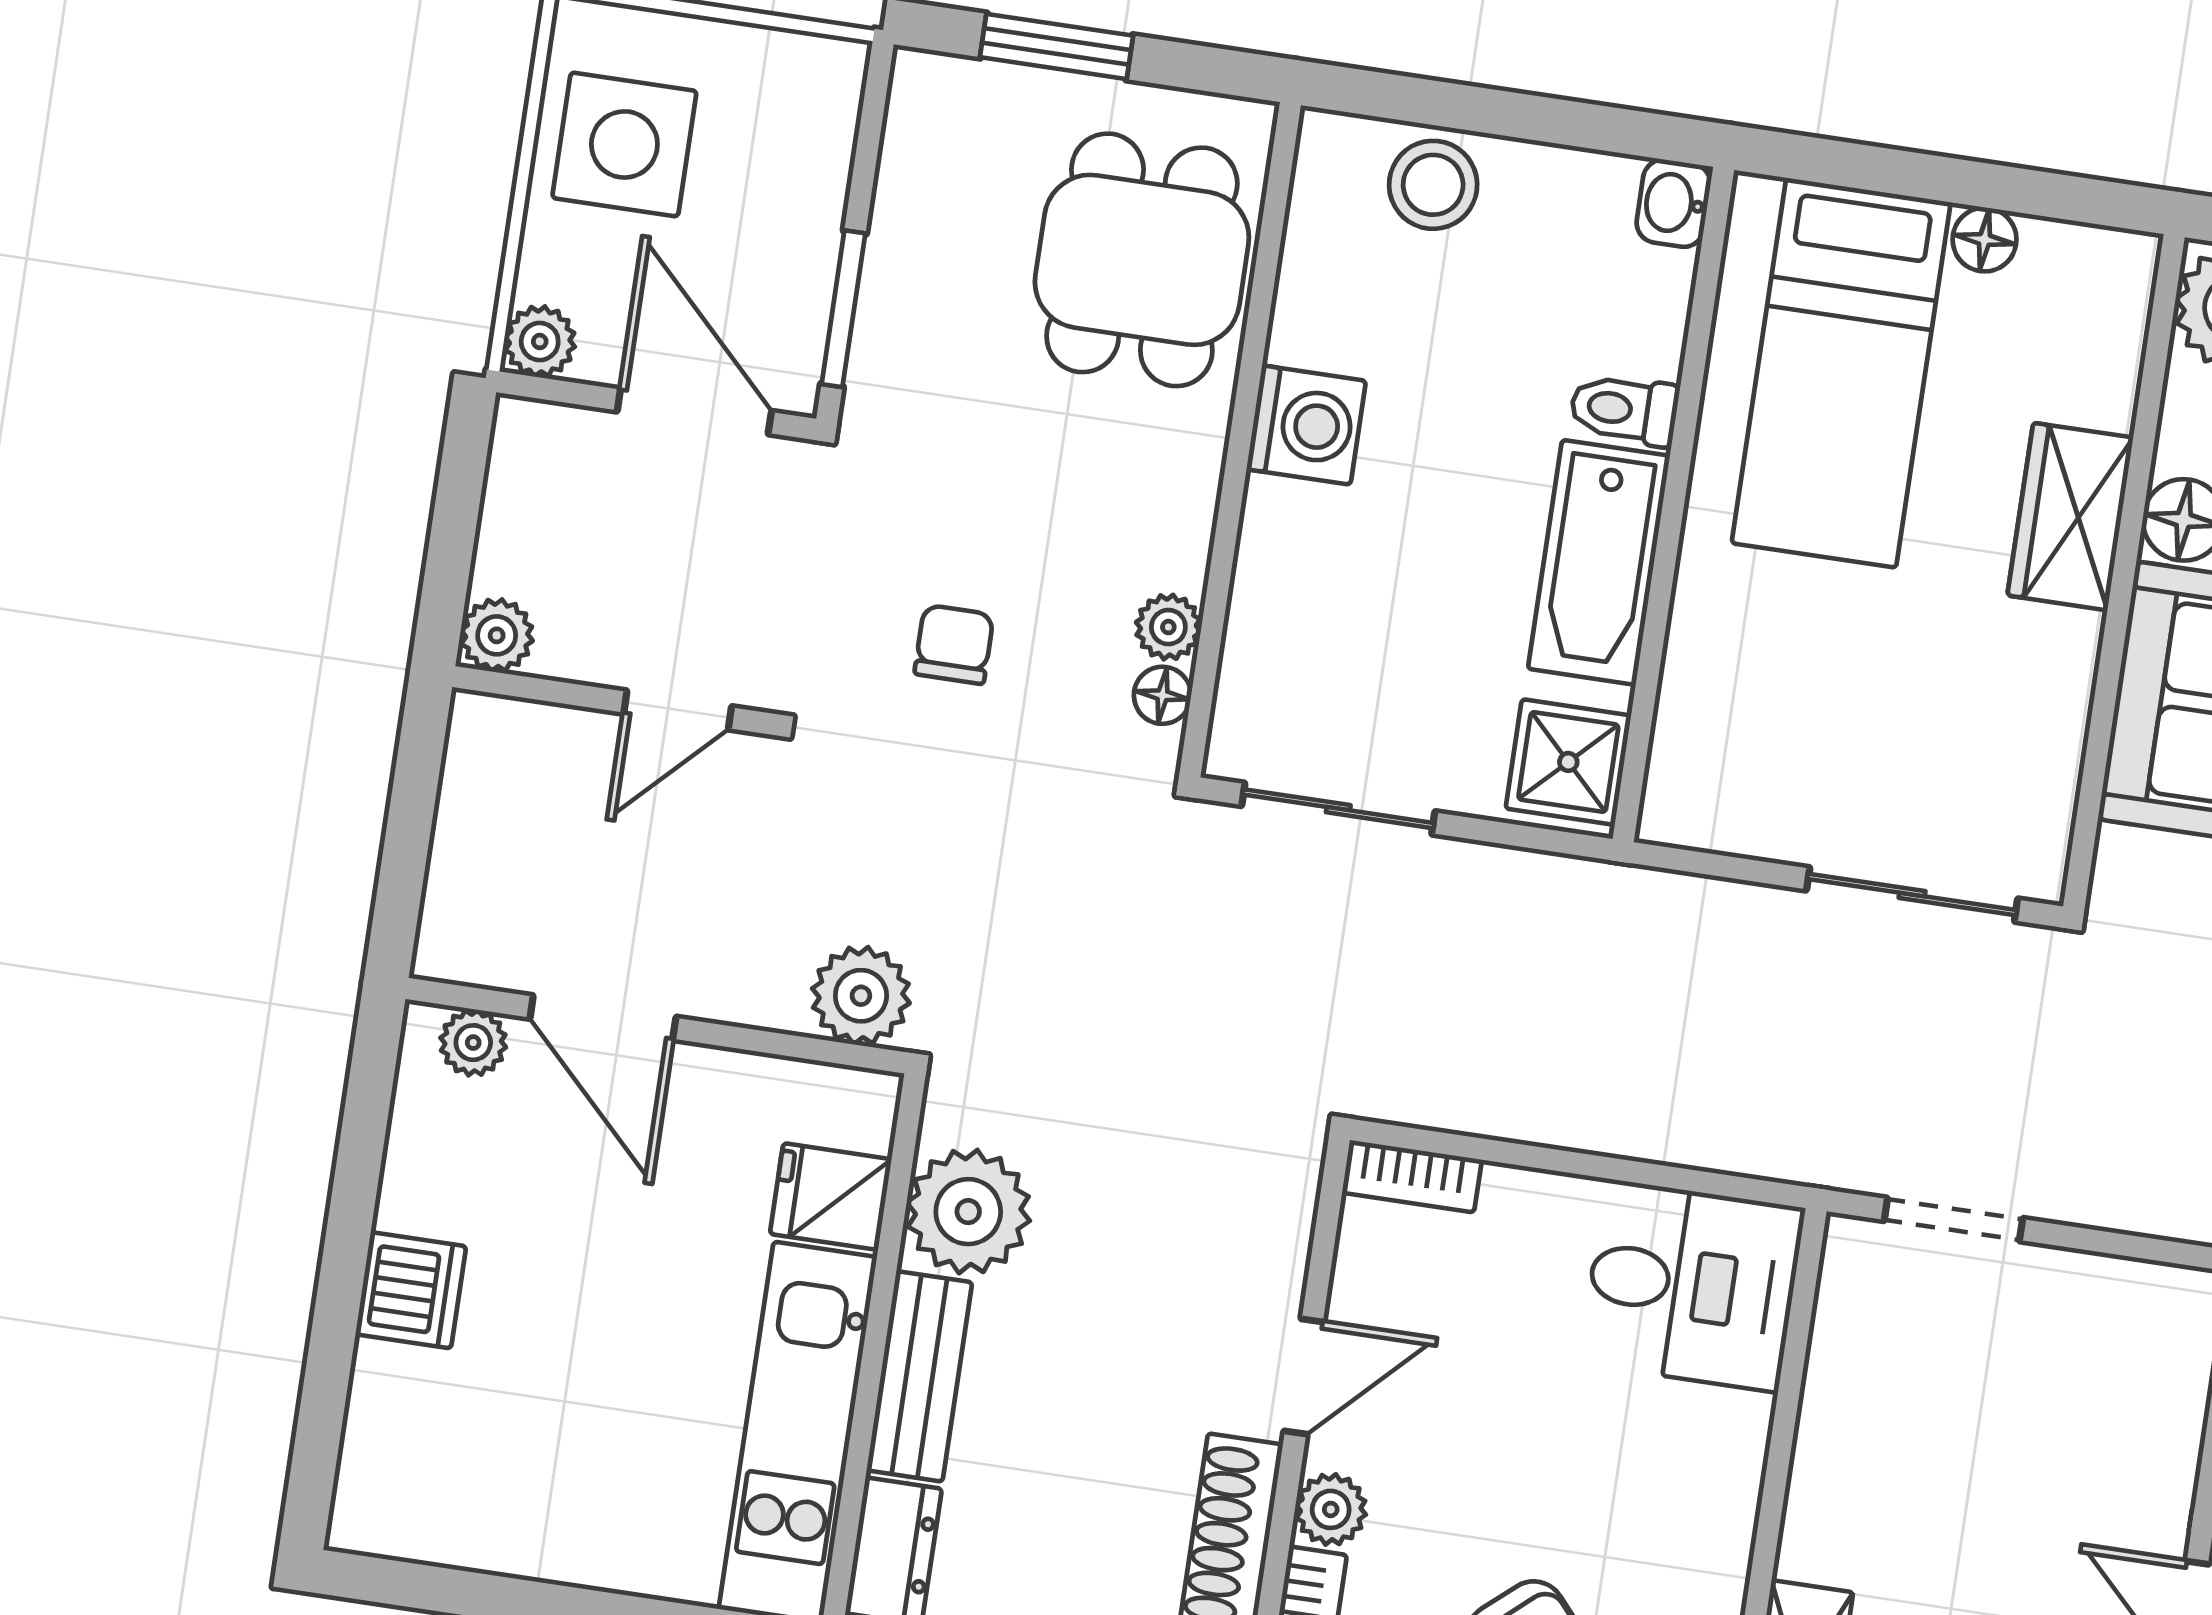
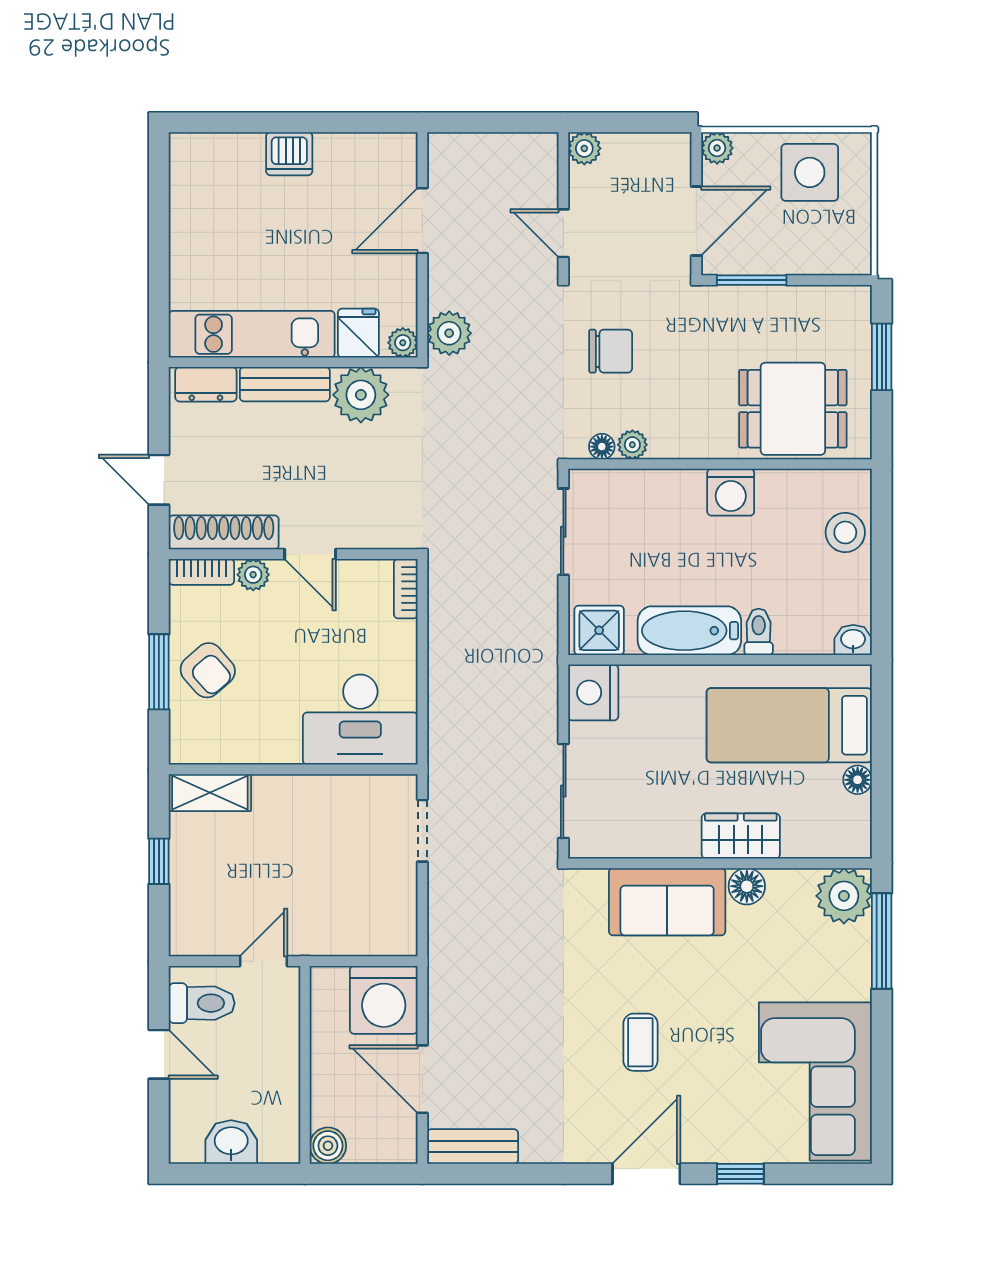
chair: (954, 644) -> (611, 351), width x1.37, depth x1.37
nightstand: (1704, 796) -> (593, 692), added
plant: (473, 1043) -> (403, 343), moved
desk: (1692, 1286) -> (360, 720), width x1.37

